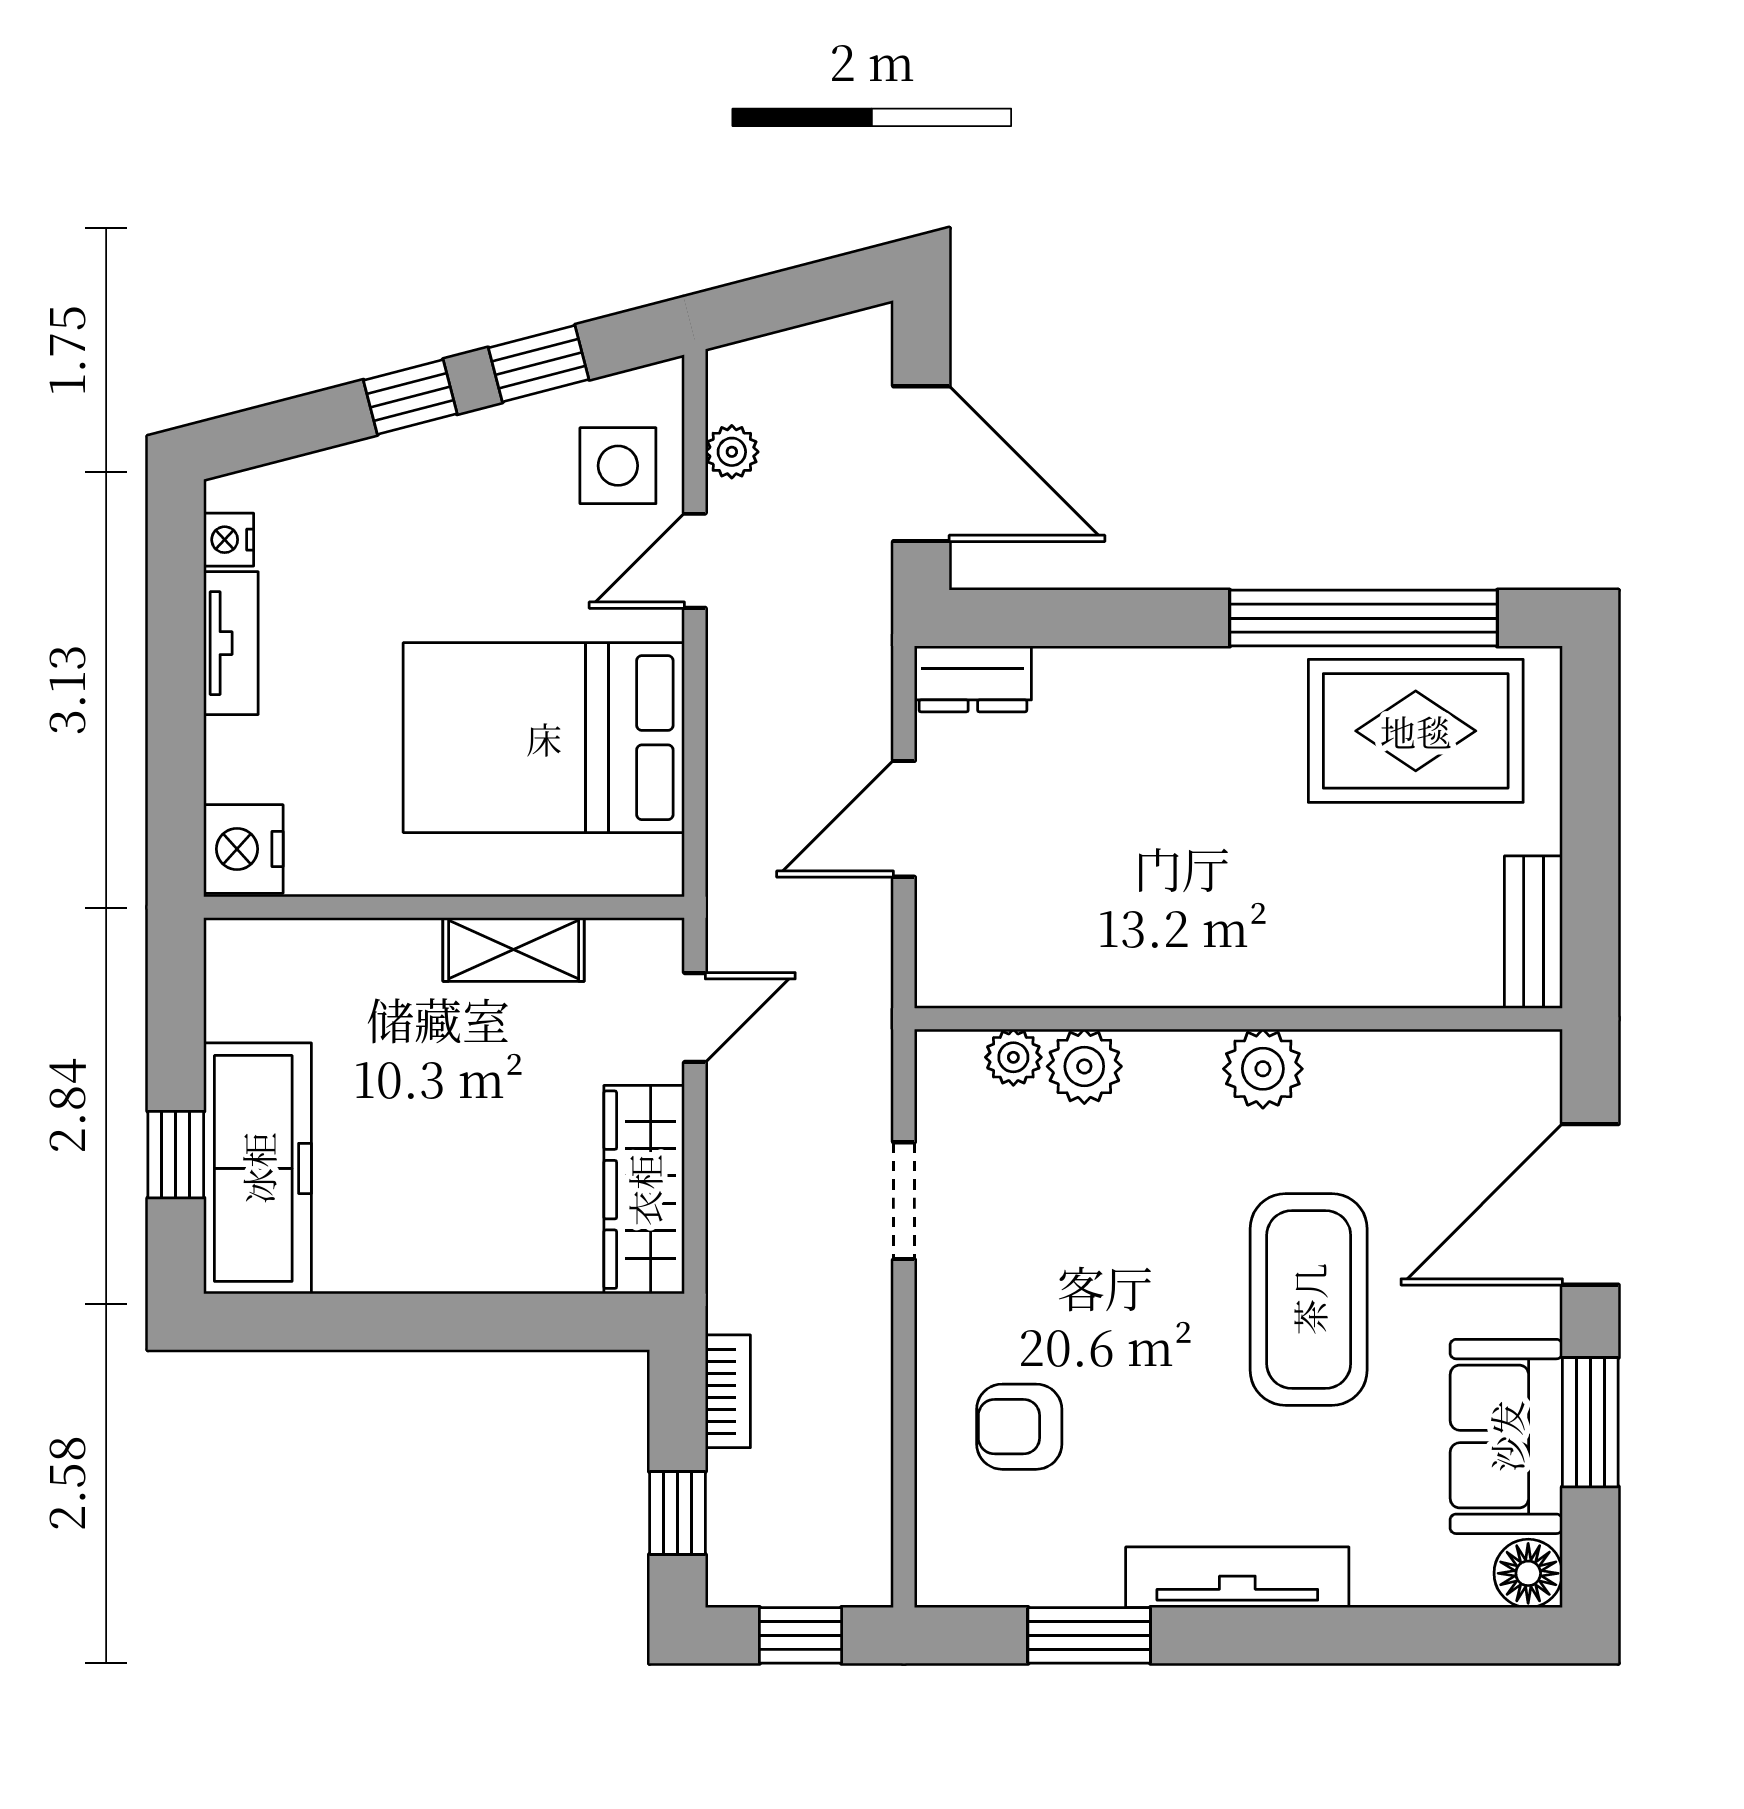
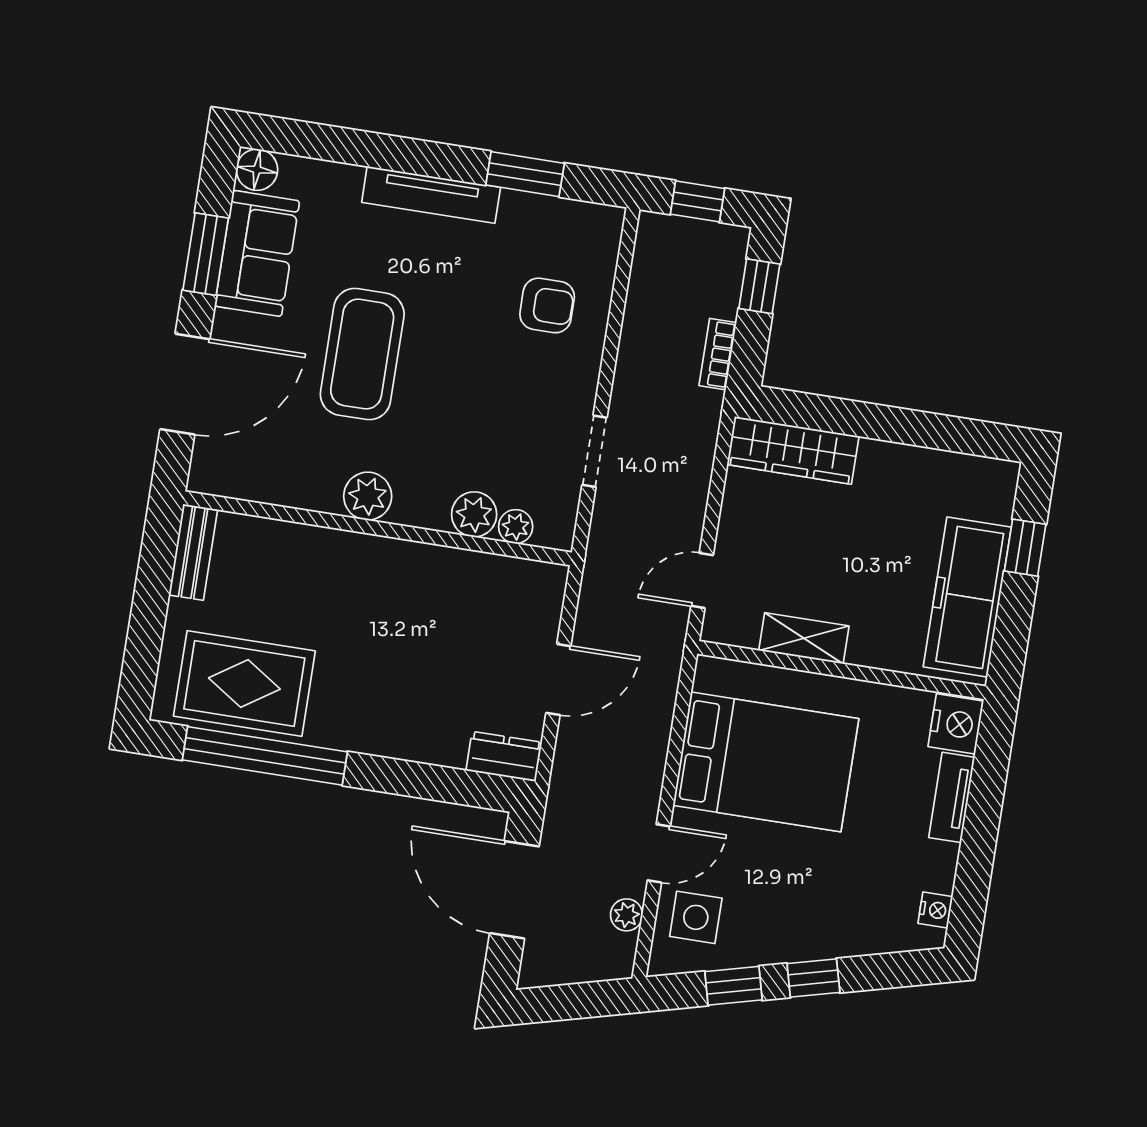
tv unit: (231, 643) -> (952, 797), moved
freezer: (258, 1168) -> (967, 597), moved
wardrobe: (644, 1190) -> (793, 450), moved, turned 90

